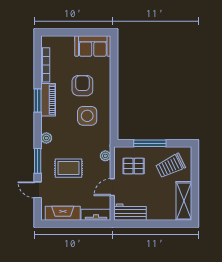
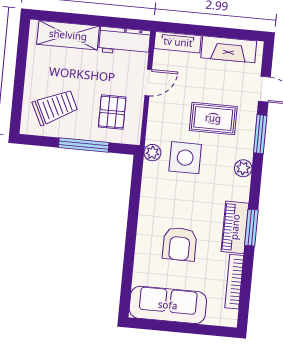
sofa: (93, 46) -> (168, 305), width x1.36
side table: (87, 116) -> (185, 158), moved
plant: (105, 156) -> (152, 153), moved
pallet: (134, 166) -> (112, 112), turned 90
shelving: (184, 201) -> (68, 35), moved, turned 90

